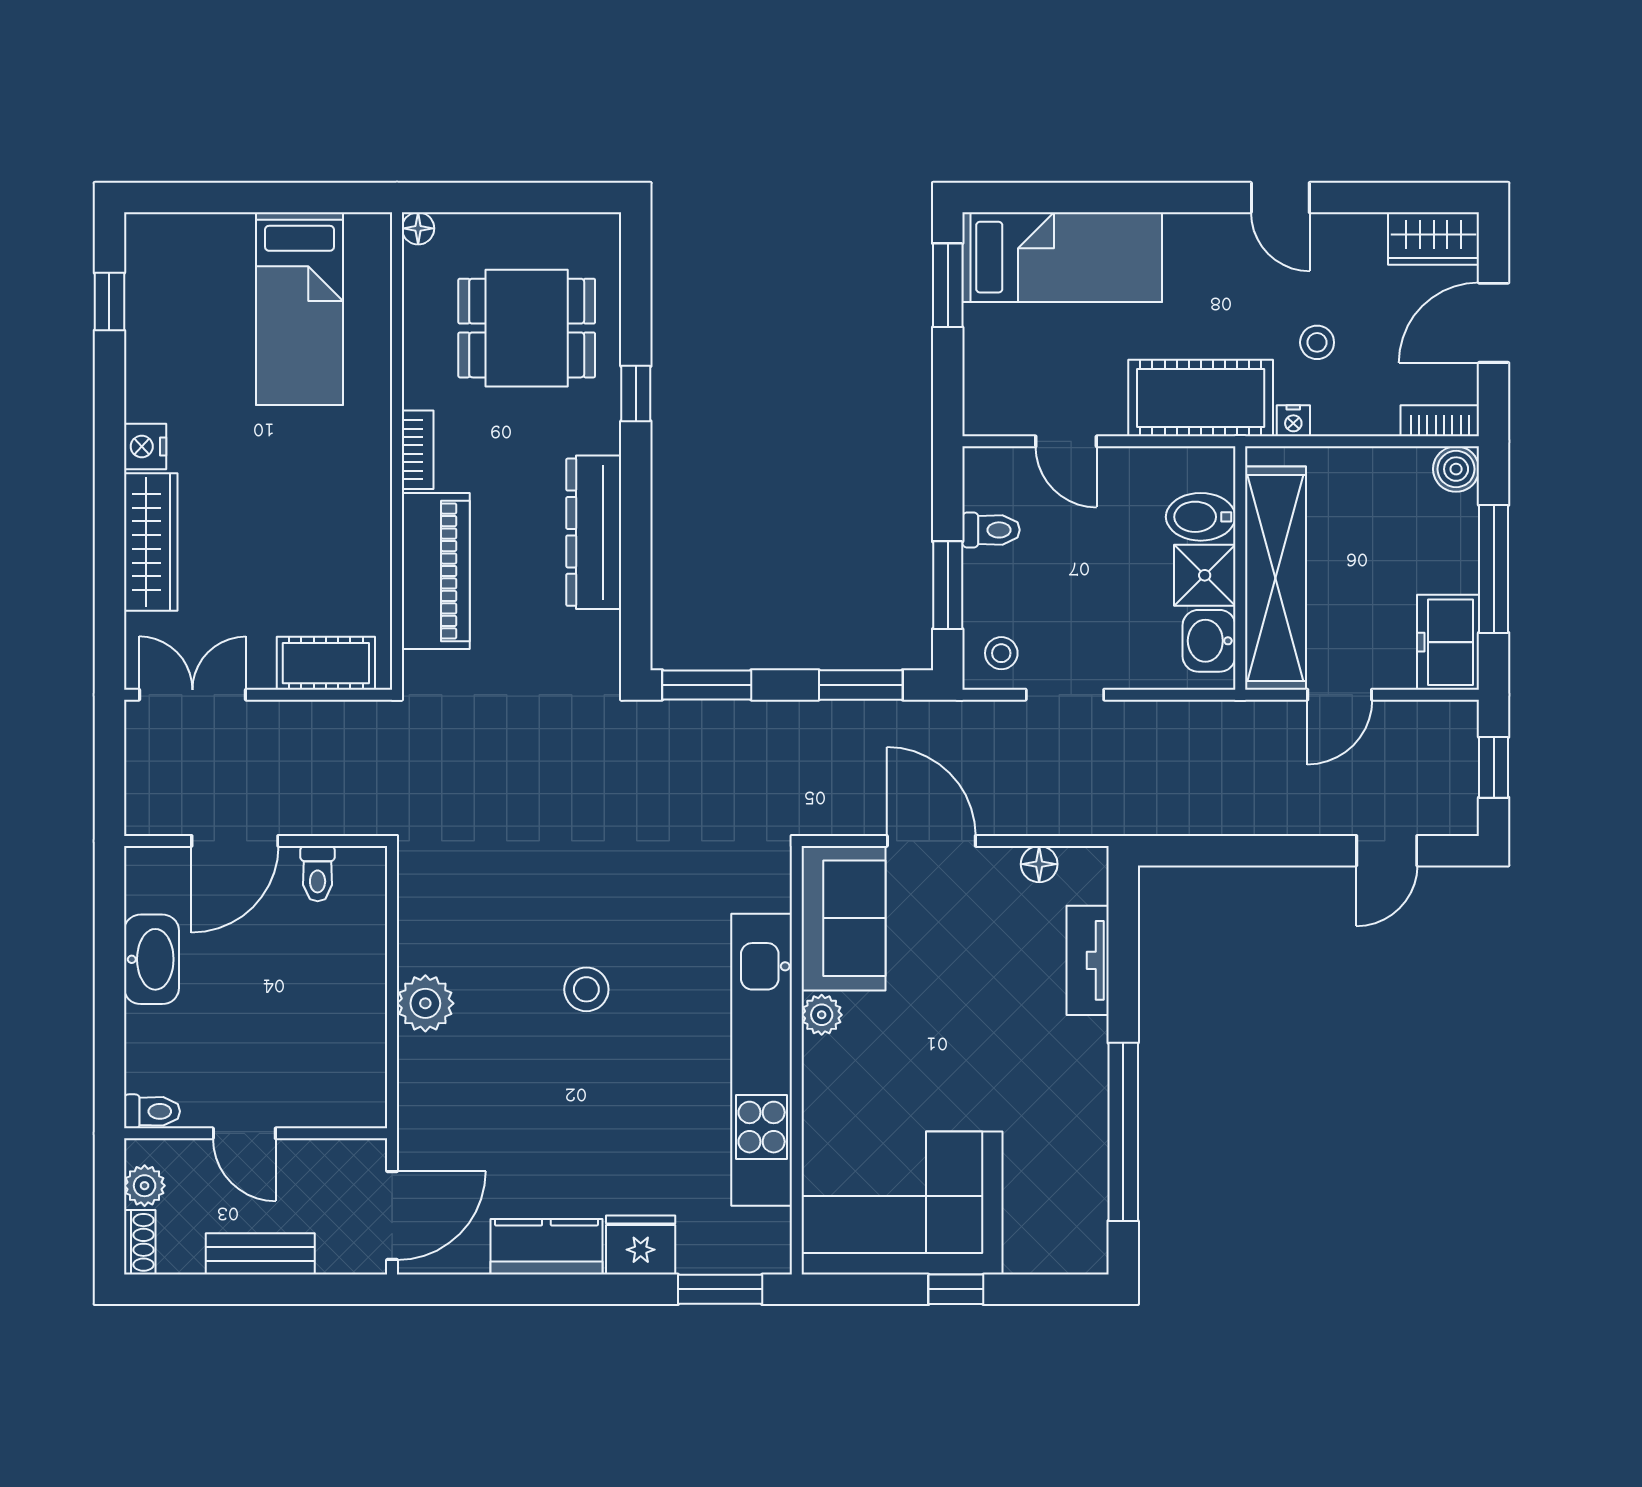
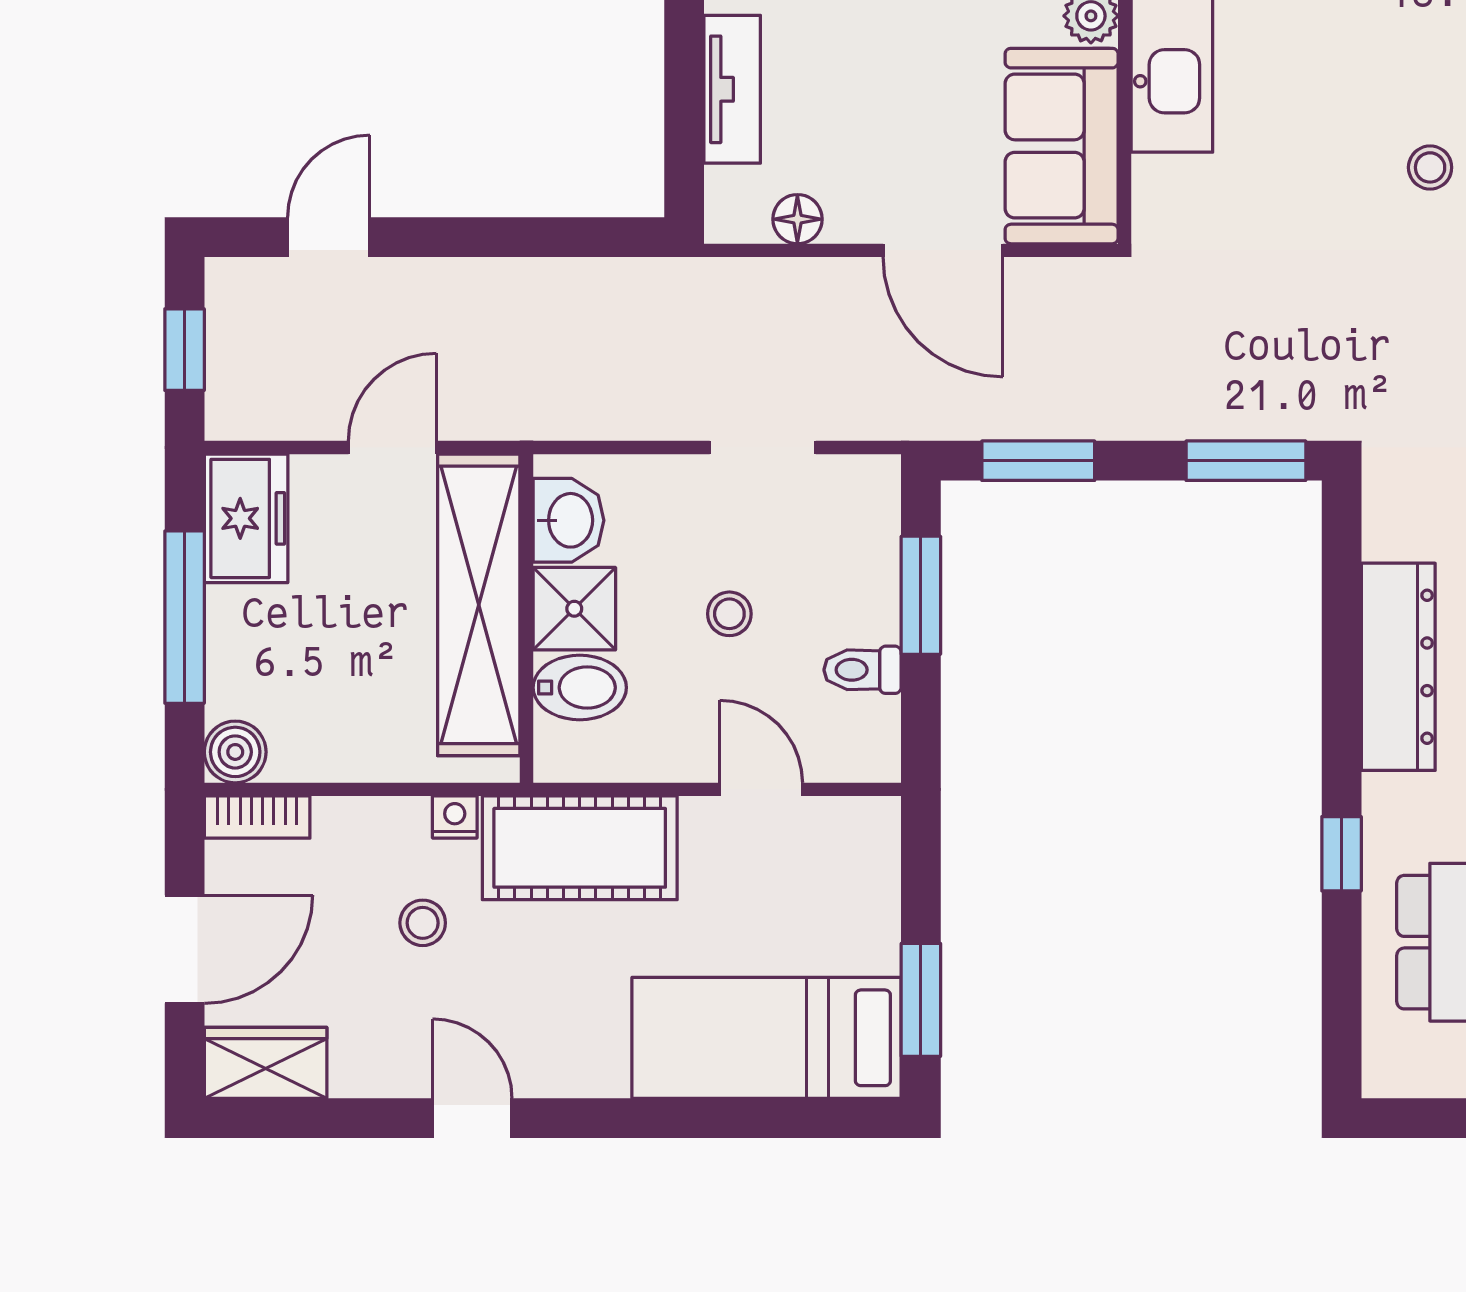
stool: (1001, 653) -> (729, 614), moved
stool: (586, 989) -> (1430, 167), moved, width x0.73, depth x0.73

